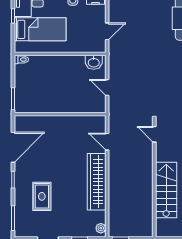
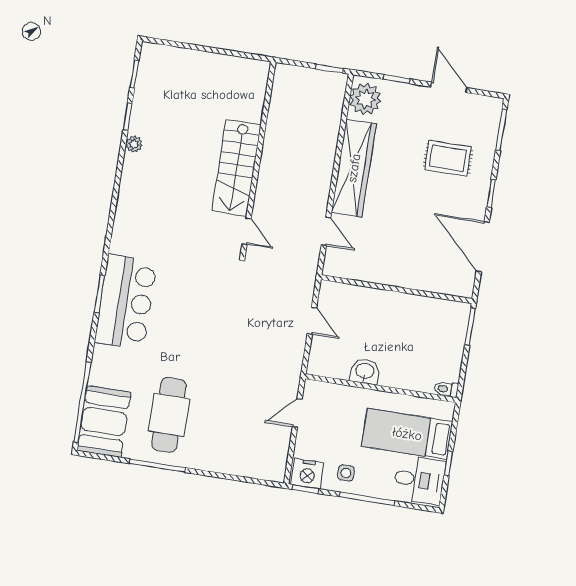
washbasin: (94, 62) -> (365, 371), moved
door: (13, 147) -> (483, 247), hinge flipped
stairs: (166, 190) -> (237, 168), moved
rug: (42, 196) -> (448, 158), turned 90
plant: (101, 228) -> (365, 99), width x1.88, depth x1.88

